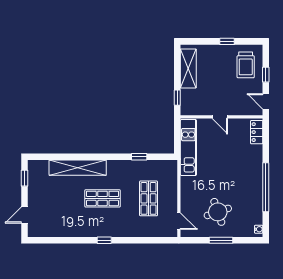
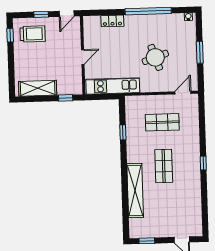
window: (227, 41) -> (10, 35), moved
locker: (257, 132) -> (112, 21), moved
round table: (218, 212) -> (155, 57), moved

